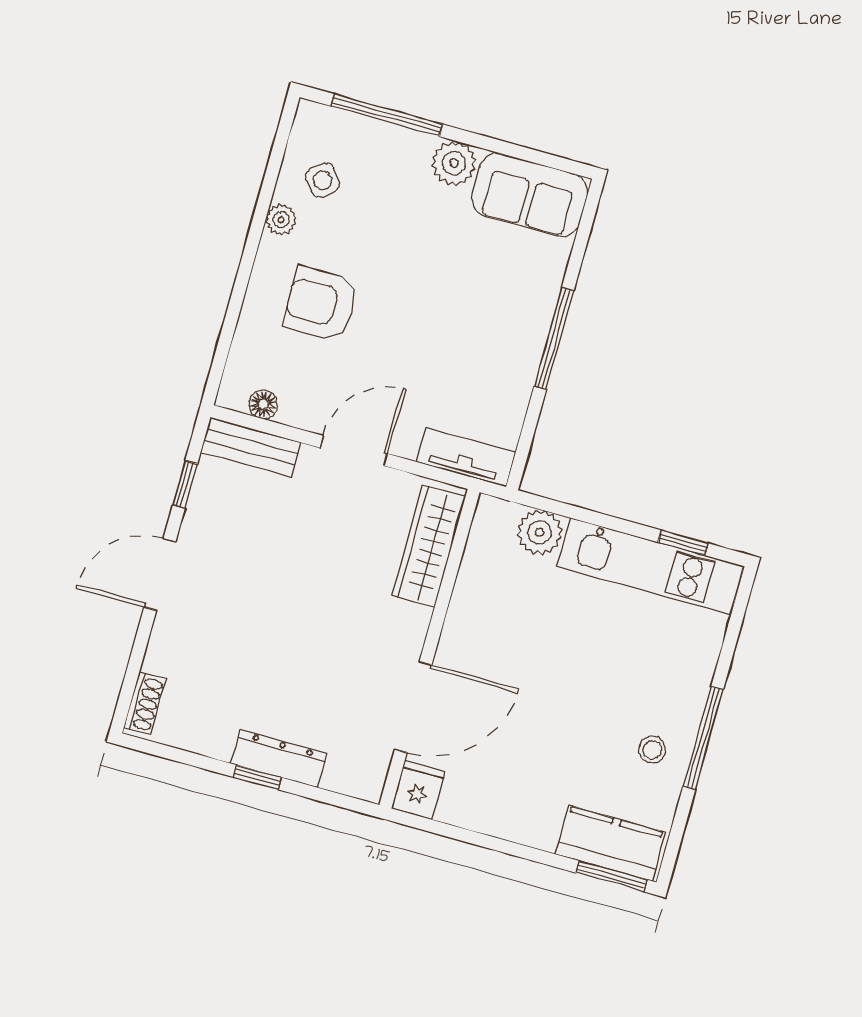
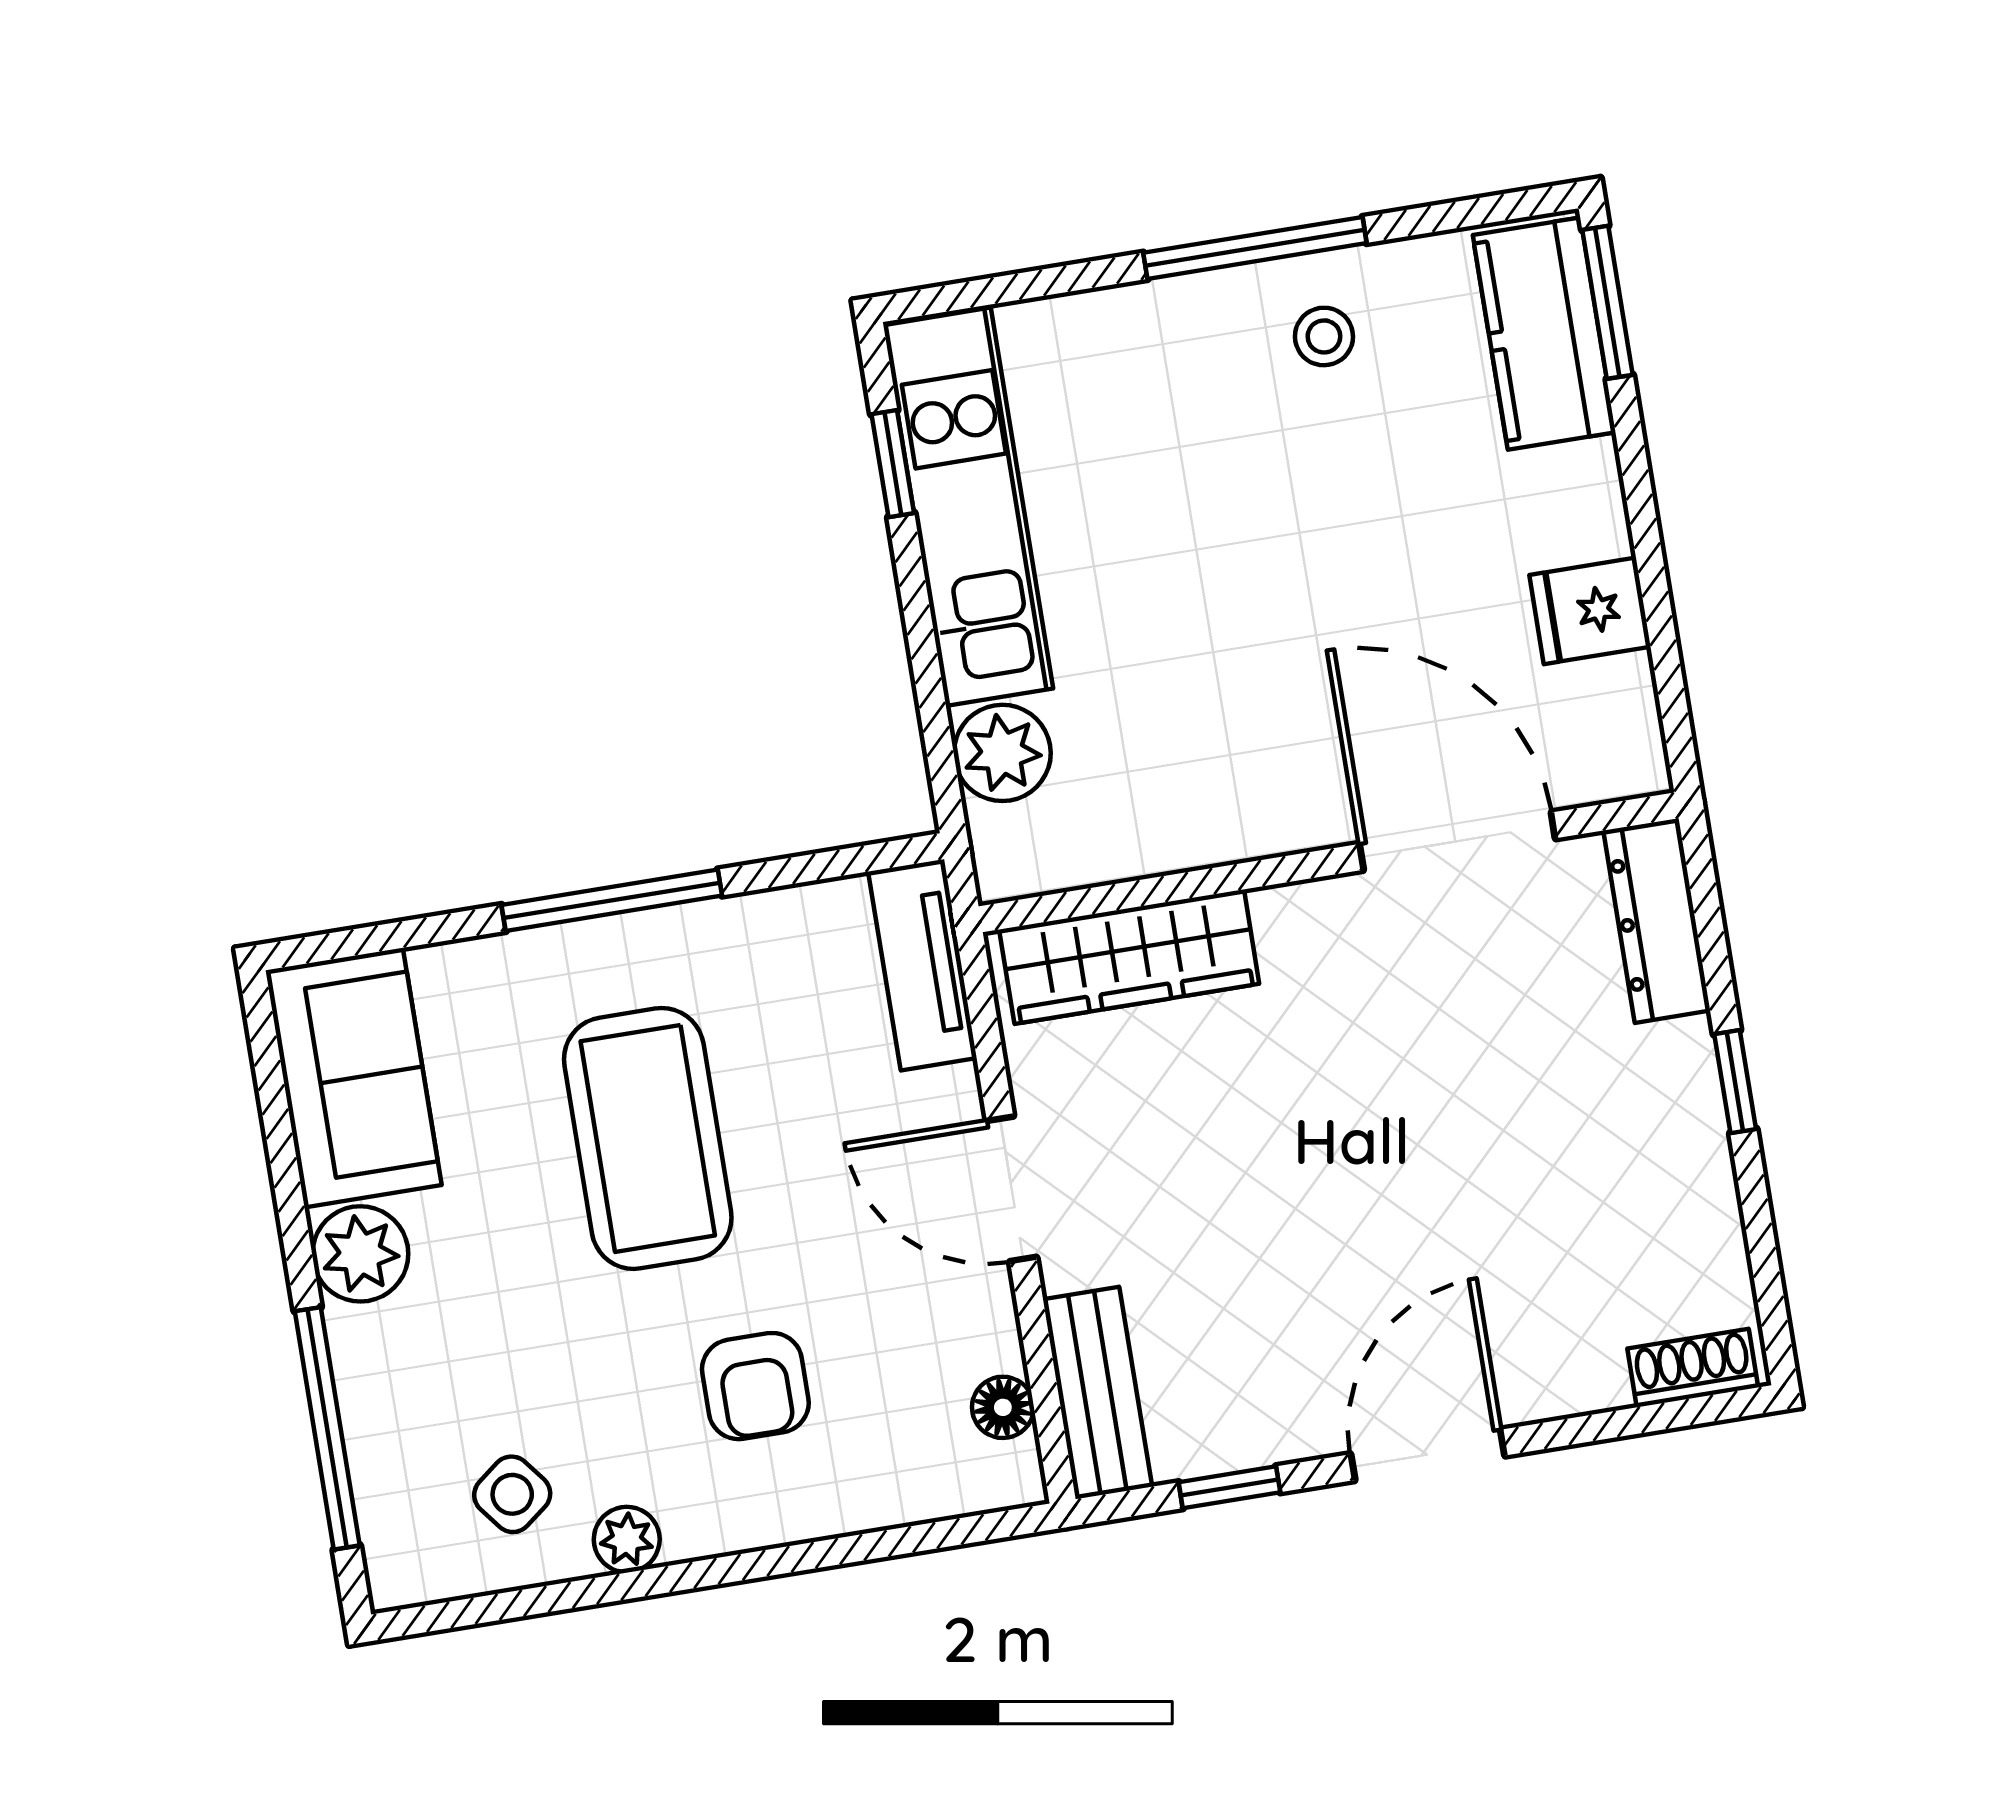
armchair: (321, 304) -> (755, 1386), width x0.72, depth x0.72
coffee table: (446, 307) -> (648, 1138), added
door: (160, 574) -> (1428, 1455), swing flipped
dresser: (279, 759) -> (1657, 921), moved
fridge: (418, 790) -> (1590, 611), moved

